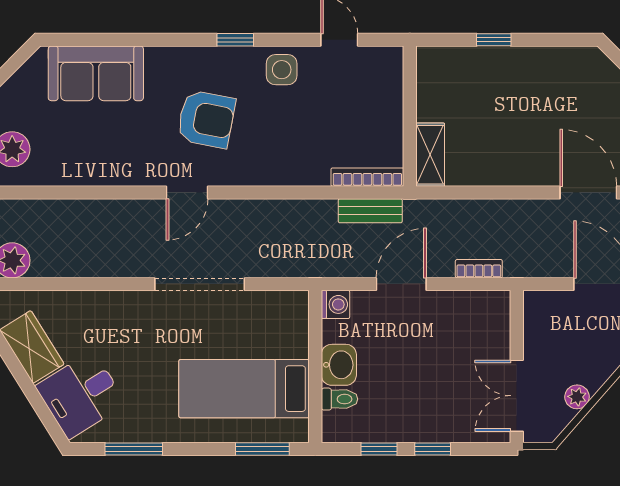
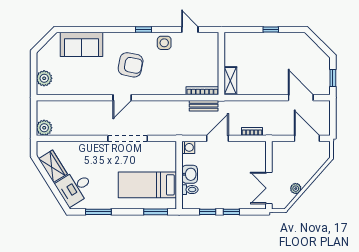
window: (494, 40) -> (271, 30), moved

